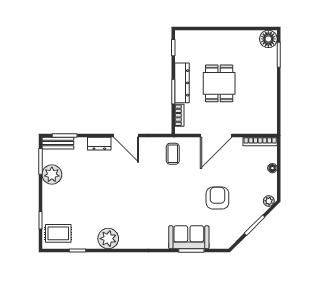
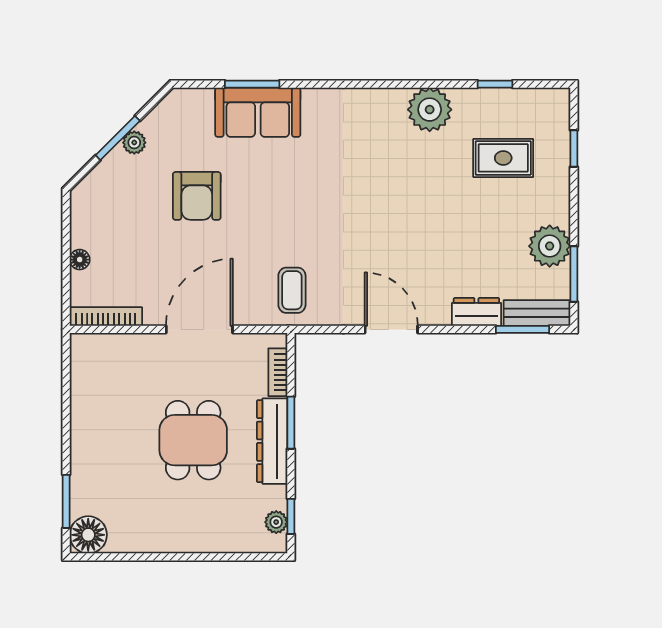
plant: (180, 45) -> (276, 522), added
dresser: (99, 144) -> (476, 312), moved
plant: (269, 201) -> (134, 143), moved
rug: (58, 233) -> (503, 158), moved

